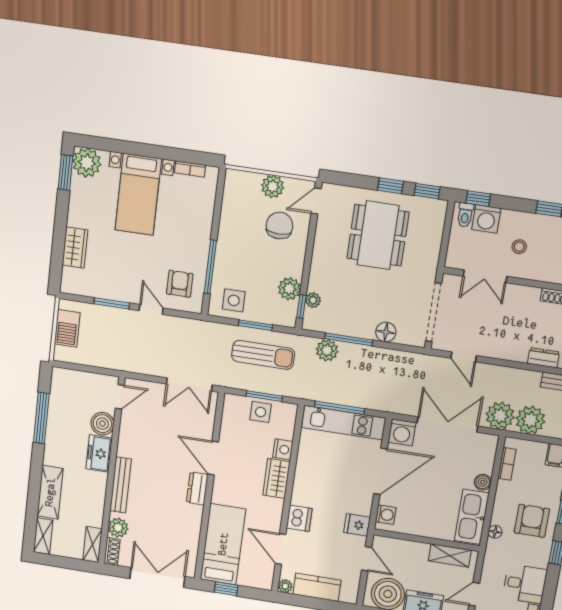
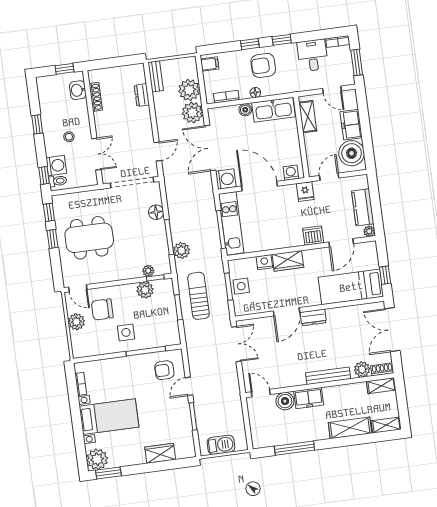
side table: (234, 300) -> (126, 332), moved
floor lamp: (495, 532) -> (255, 93), moved

